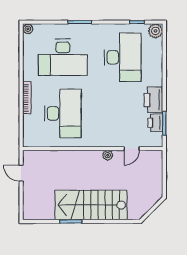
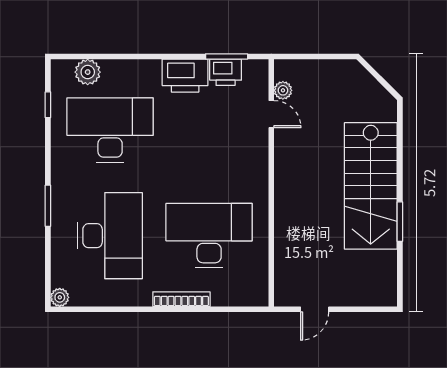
plant: (155, 31) -> (88, 72), moved
plant: (108, 155) -> (283, 90), moved

